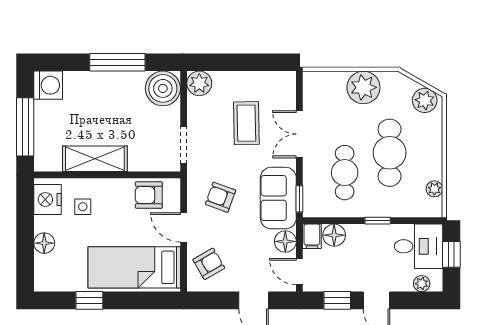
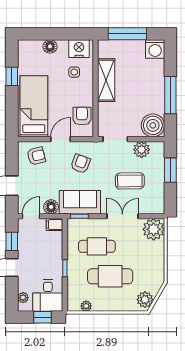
window: (230, 62) -> (170, 170), added
plant: (199, 83) -> (142, 150), moved
plant: (363, 87) -> (154, 229), moved
floor lamp: (334, 235) -> (55, 239), removed
armchair: (209, 264) -> (36, 156), turned -74

